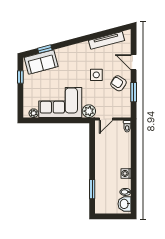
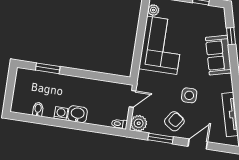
sofa: (41, 62) -> (218, 55), moved
plant: (89, 111) -> (139, 123), moved
door: (106, 119) -> (132, 99), swing flipped
washbasin: (125, 204) -> (77, 114), moved

